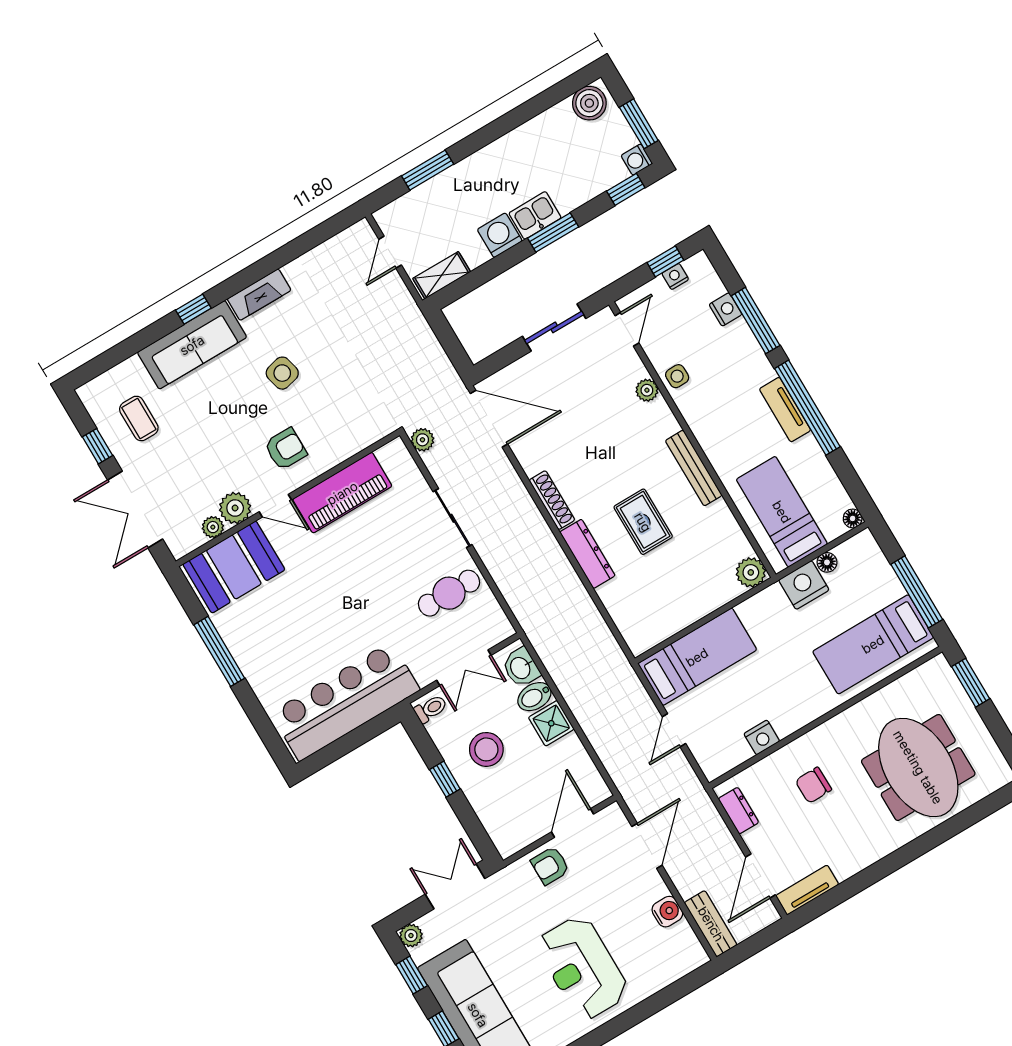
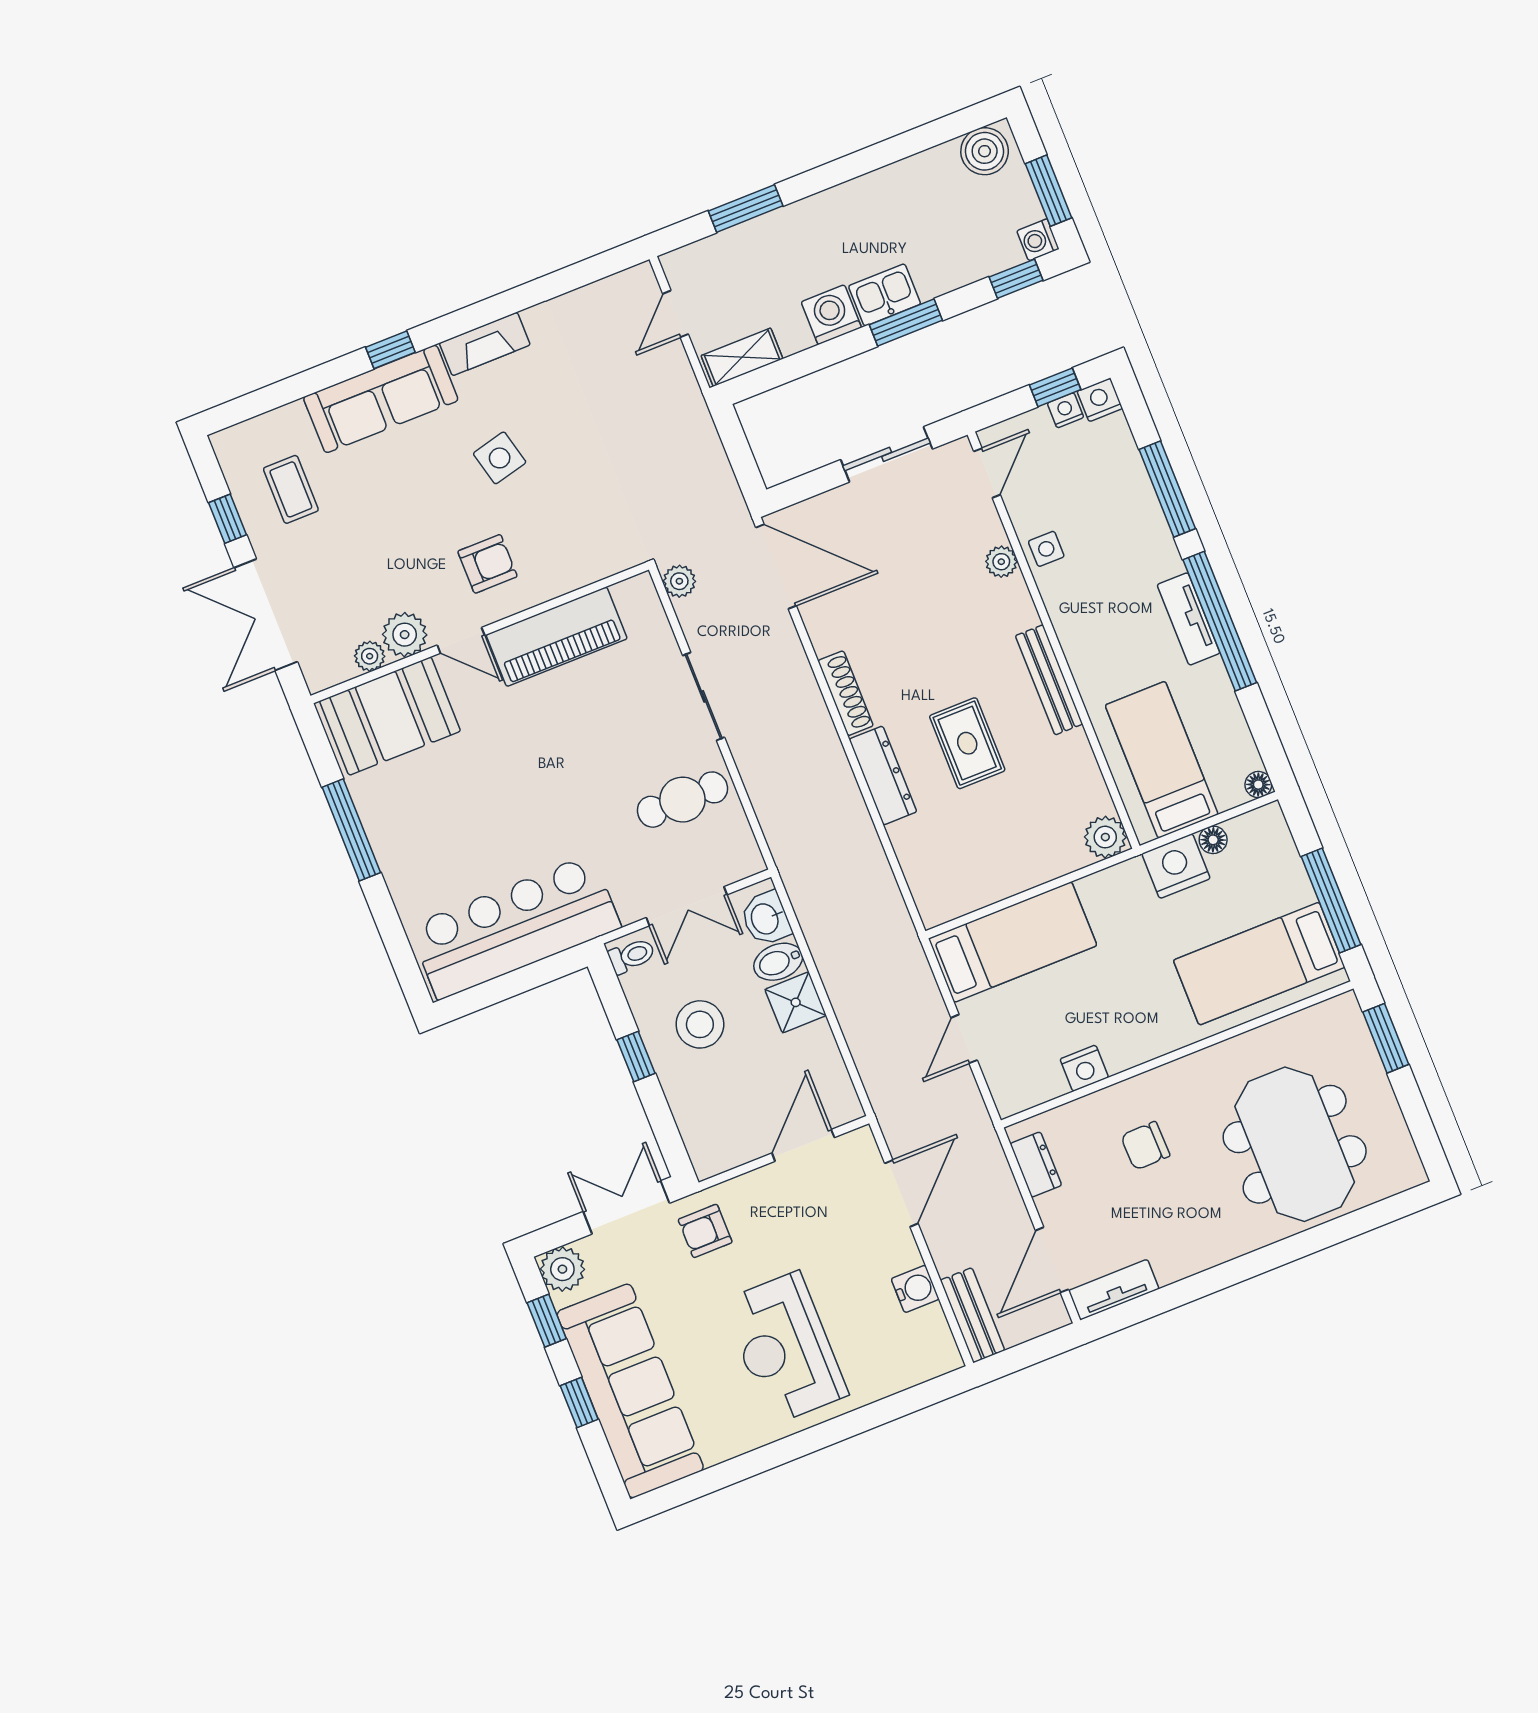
nightstand: (726, 309) -> (1100, 400), moved, turned -90
armchair: (550, 866) -> (705, 1231), moved
plant: (411, 936) -> (562, 1269), width x1.38, depth x1.38

